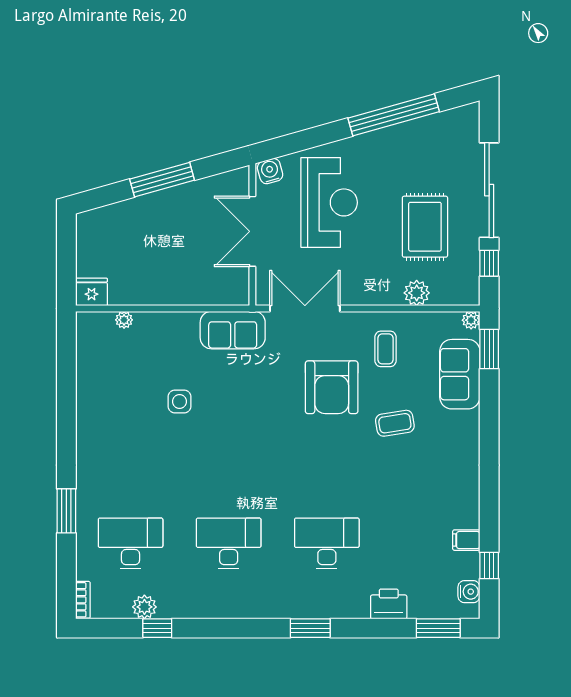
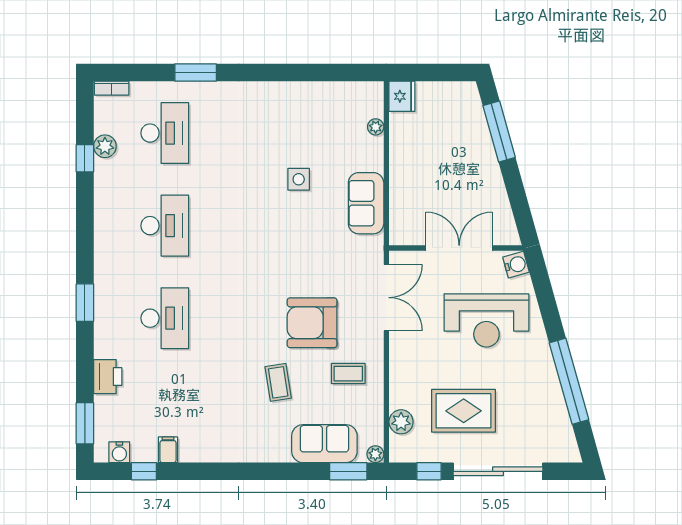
window: (162, 180) -> (499, 132), moved
plant: (417, 293) -> (401, 422), moved
sofa: (233, 330) -> (366, 203), moved

